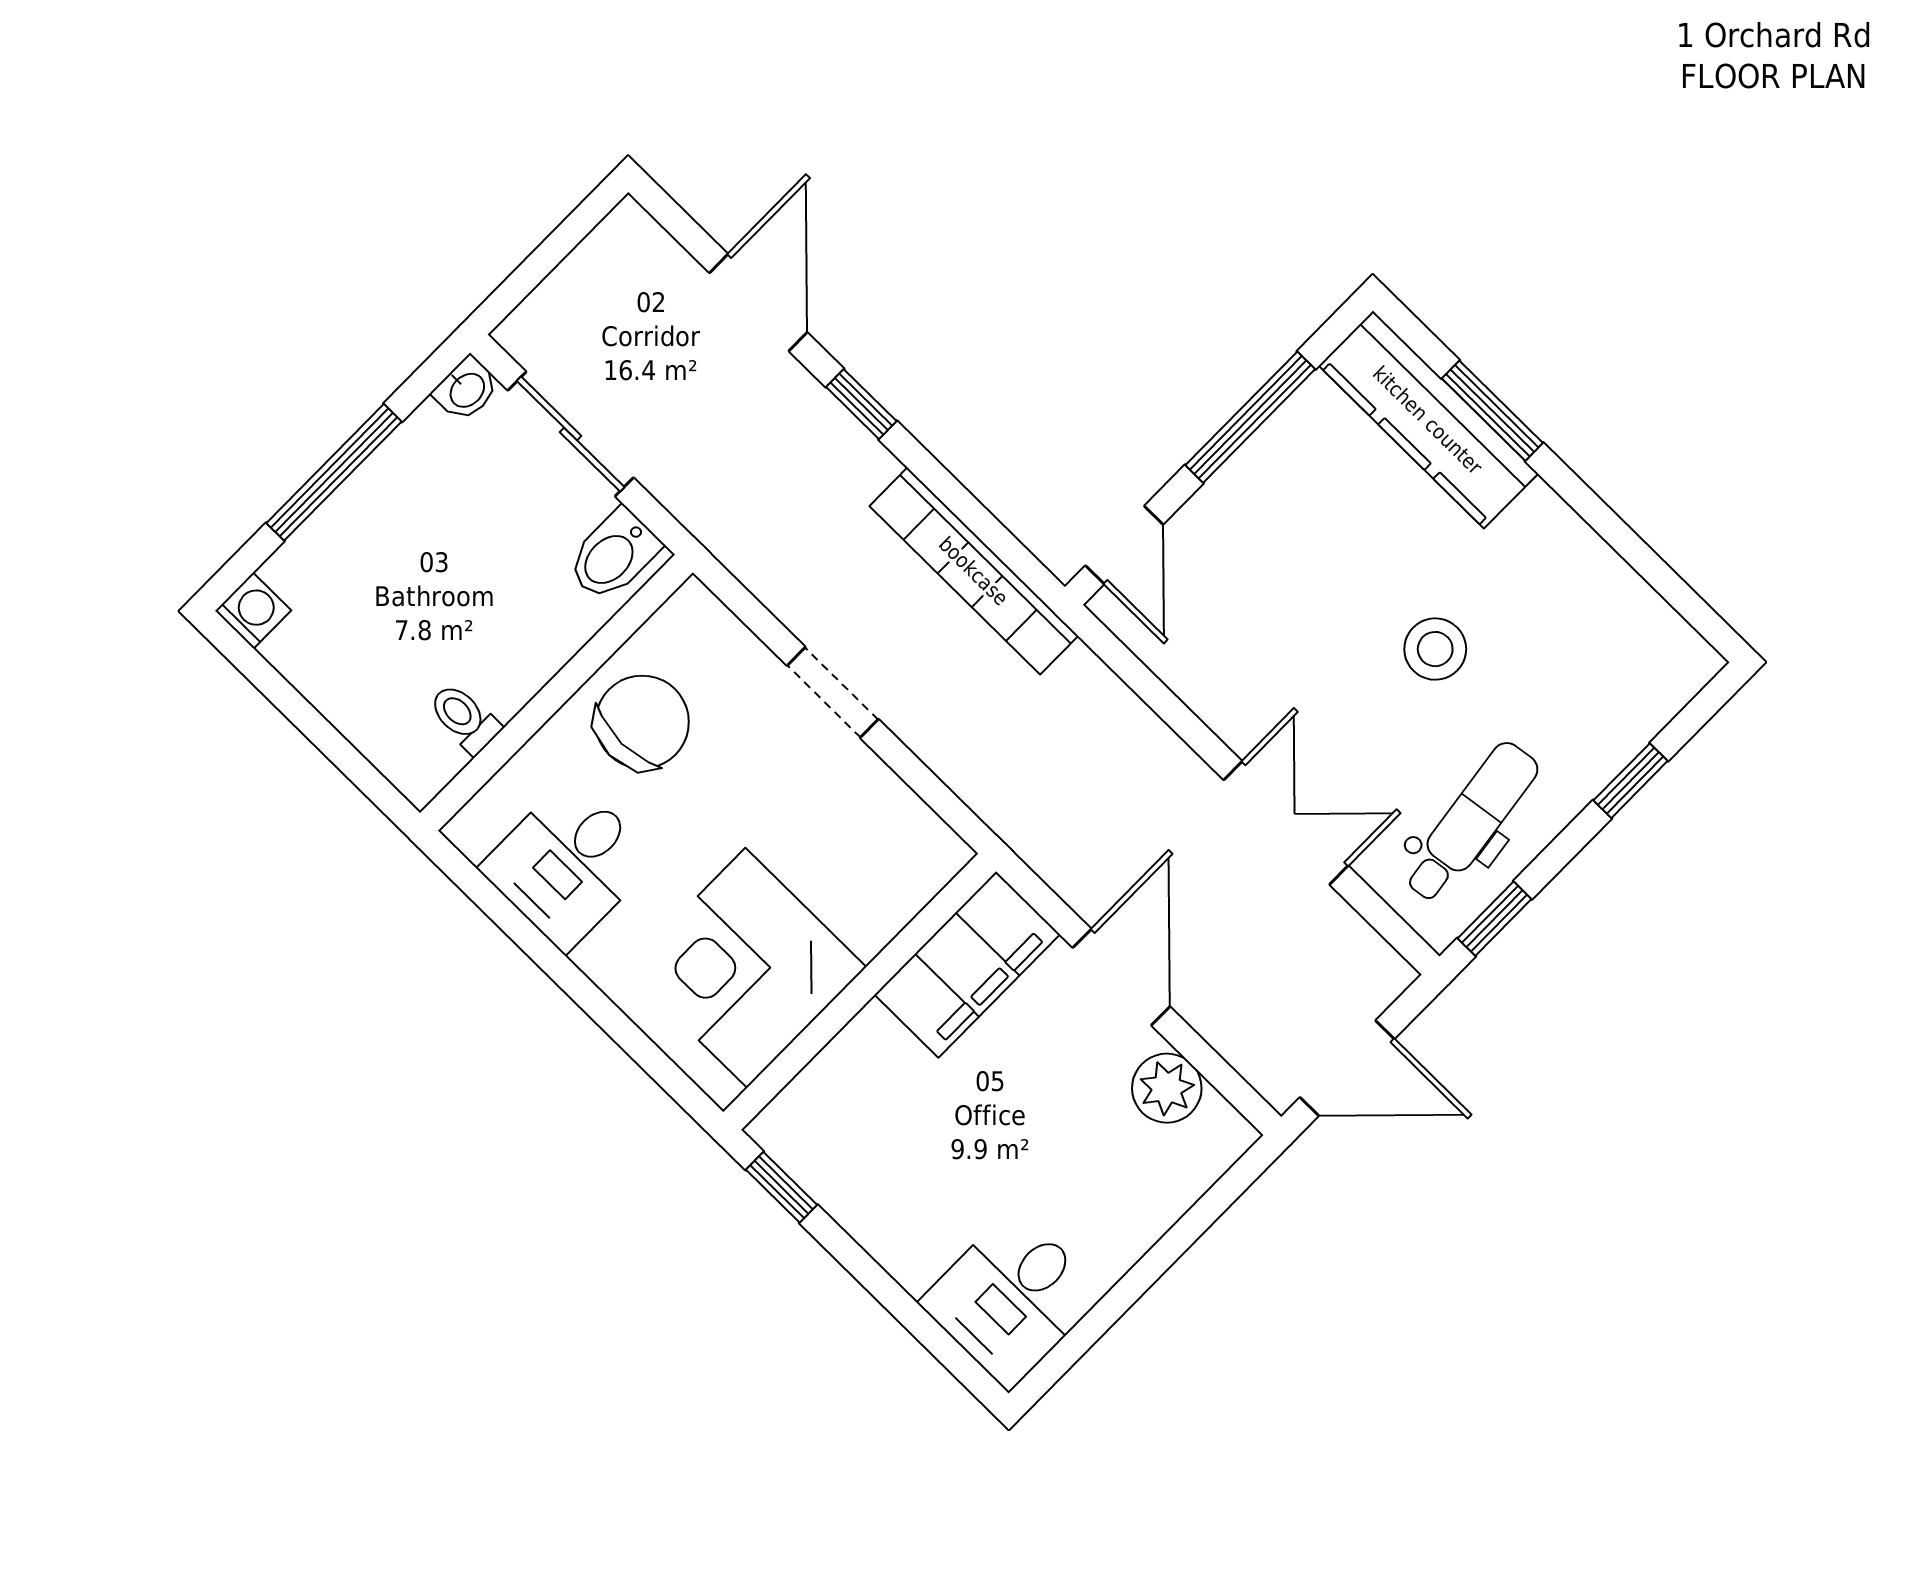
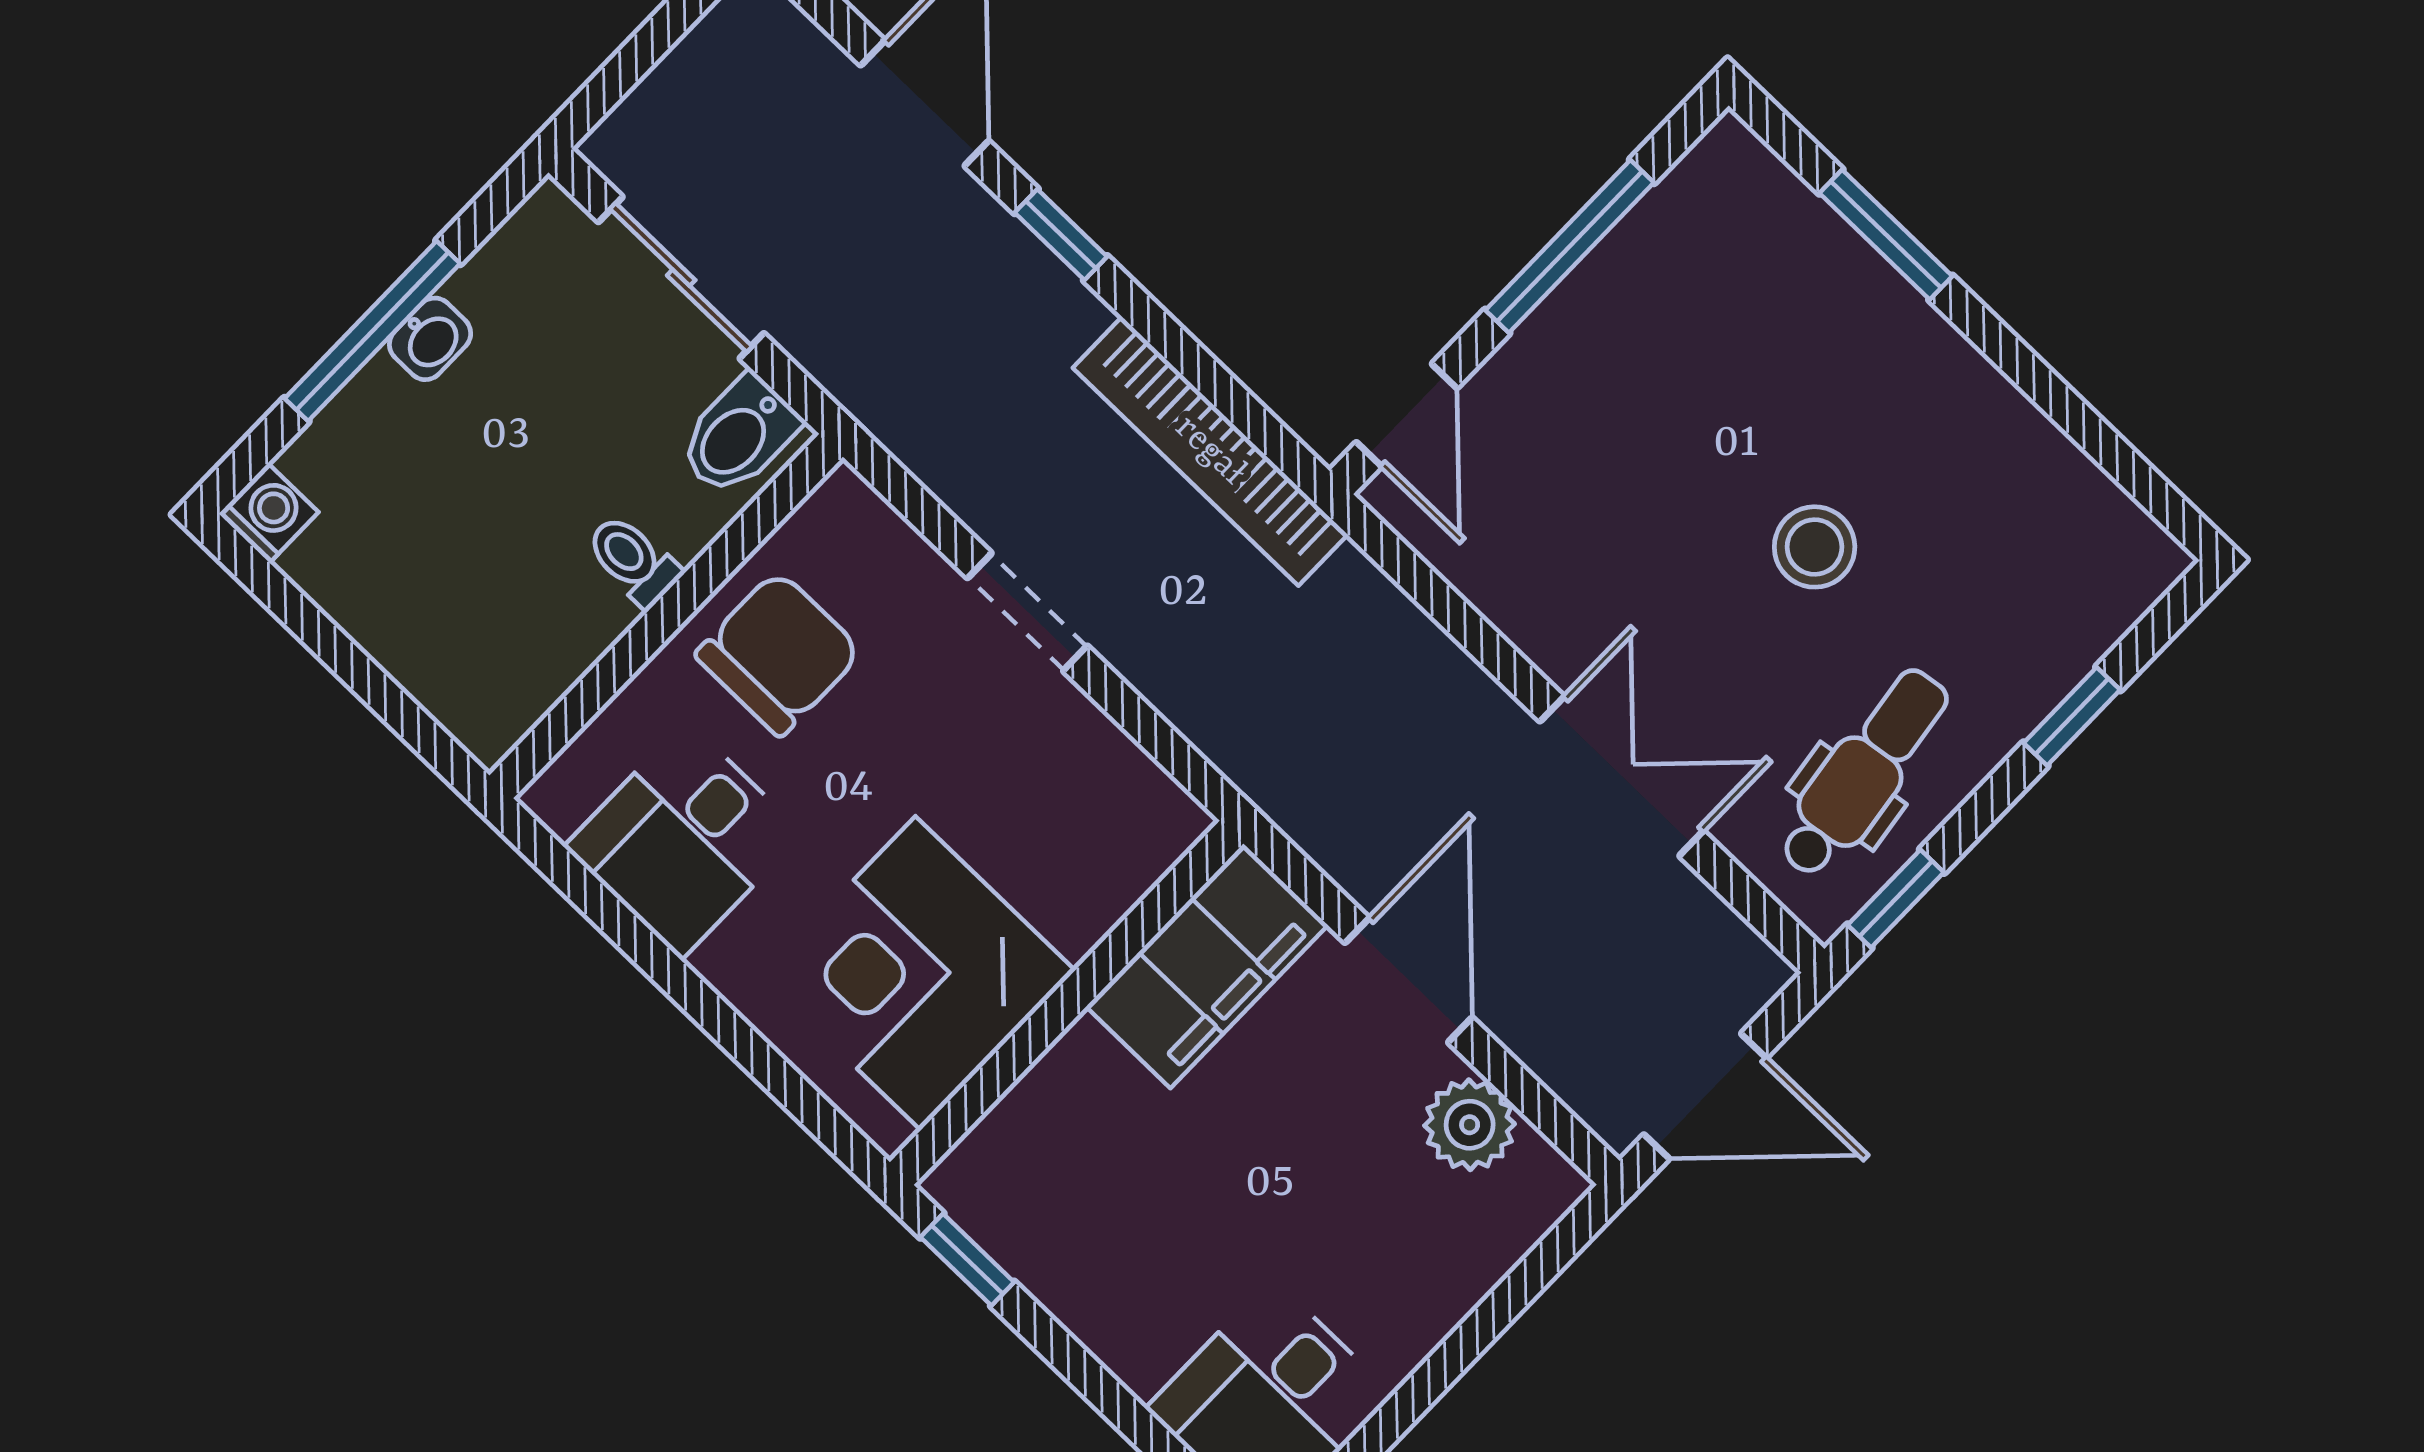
washbasin: (466, 389) -> (430, 339), moved
kitchen counter: (1428, 420) -> (1803, 247), removed
toilet: (464, 718) -> (633, 561), moved

